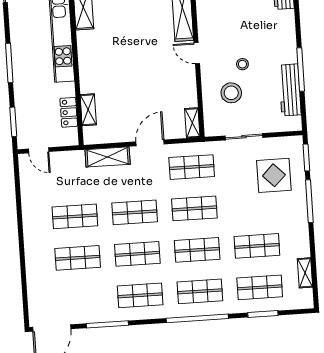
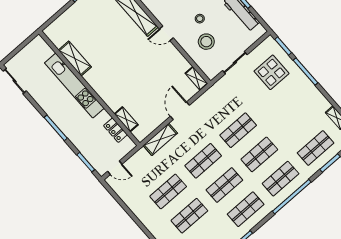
shop shelf: (192, 167) -> (217, 106), removed
shop shelf: (257, 246) -> (294, 124), removed

